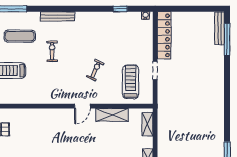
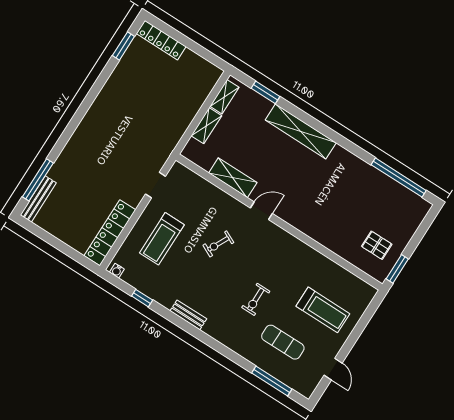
bench: (58, 16) -> (188, 315), moved, width x0.73
doorway: (155, 70) -> (155, 185), moved
treadmill: (131, 82) -> (162, 239), moved
shelving: (147, 124) -> (206, 126), moved

